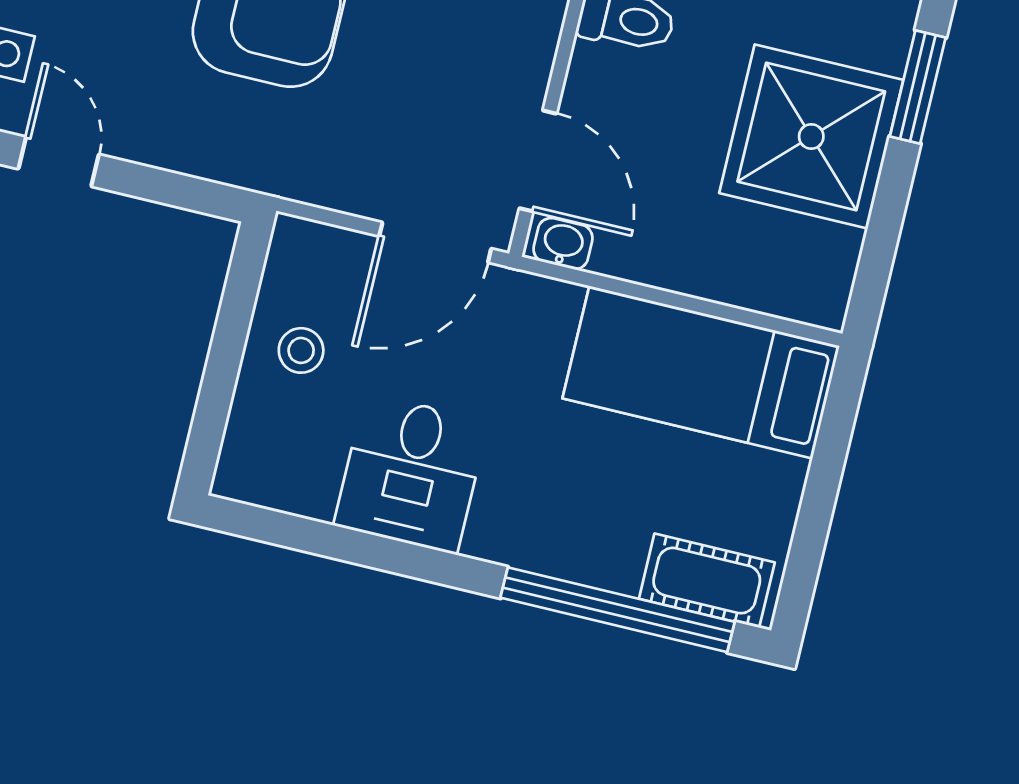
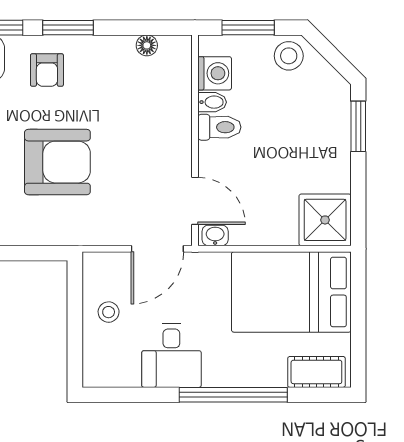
shower: (811, 136) -> (325, 220), moved, width x0.73, depth x0.73
bed: (701, 372) -> (291, 292), width x1.50
window: (618, 610) -> (233, 395), moved

